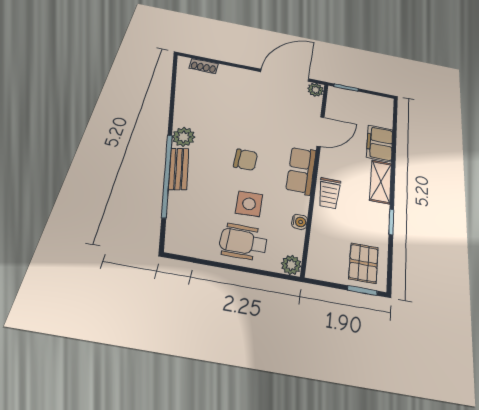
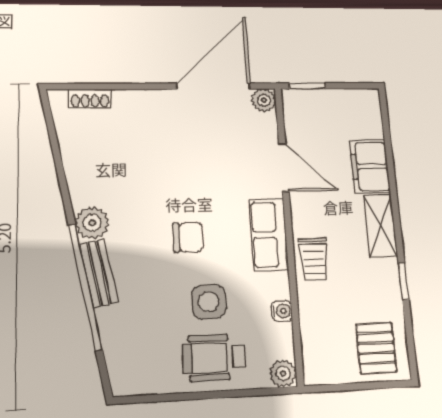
door: (321, 132) -> (284, 168), hinge flipped
window: (362, 290) -> (381, 385), removed

